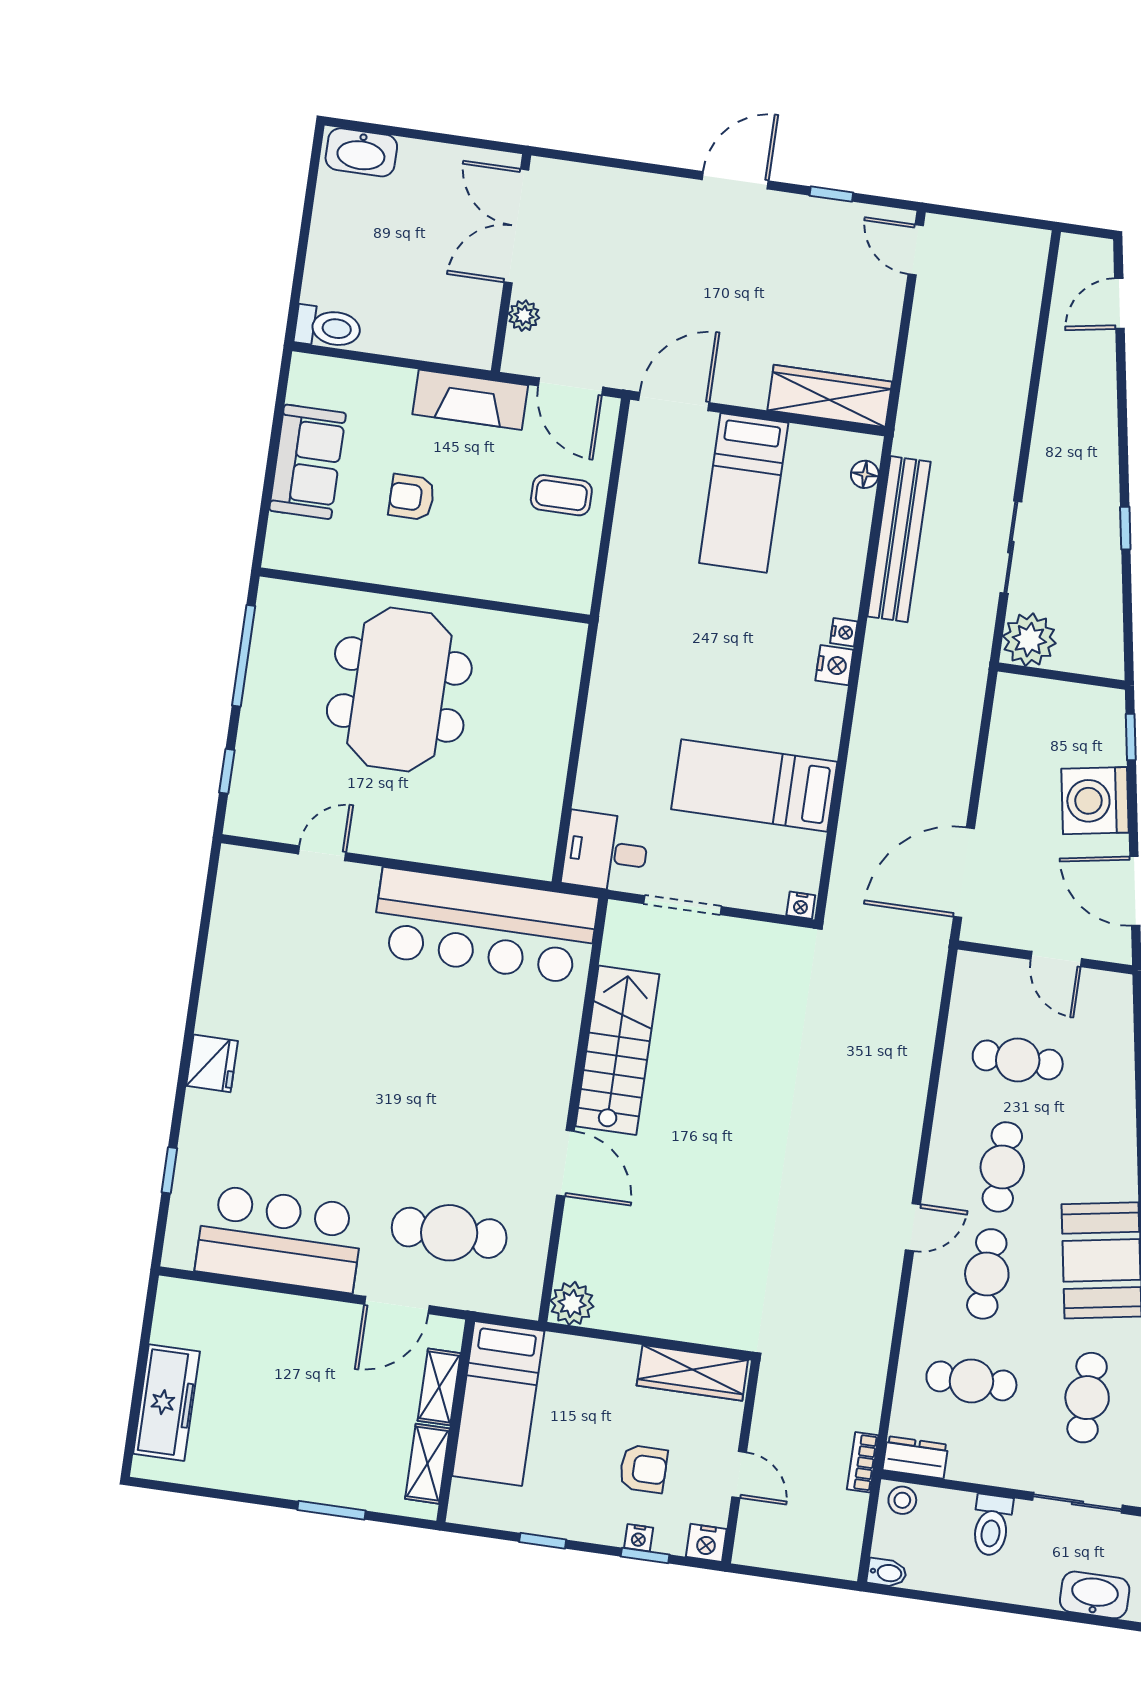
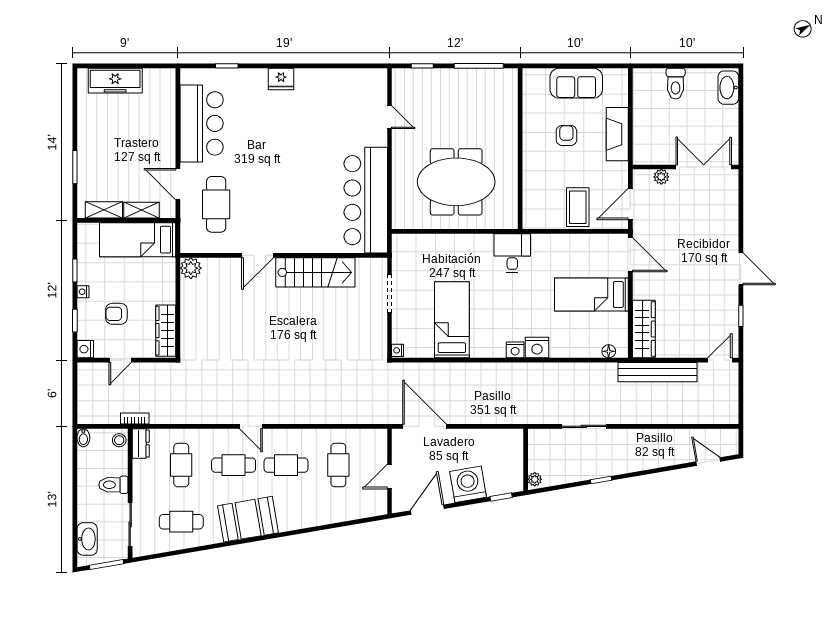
toilet: (328, 327) -> (676, 84), moved
fireplace: (470, 400) -> (617, 134), moved
coffee table: (561, 495) -> (578, 207), width x1.36, depth x1.30
bench: (899, 539) -> (658, 372), moved
nightstand: (844, 632) -> (537, 347), width x1.89, depth x1.79
plant: (1029, 640) -> (535, 479), moved, width x0.53, depth x0.53
meeting table: (399, 689) -> (456, 182), moved
desk: (606, 852) -> (512, 253), moved
armchair: (643, 1469) -> (116, 314), turned 90
nightstand: (639, 1538) -> (83, 292), moved

